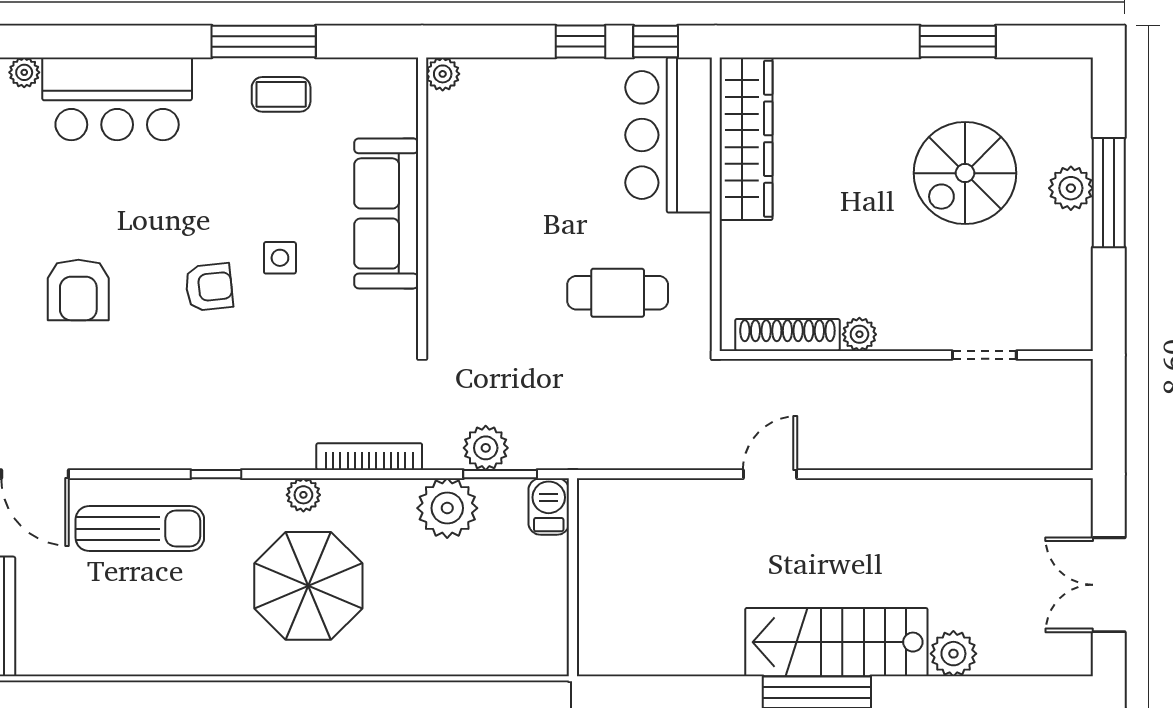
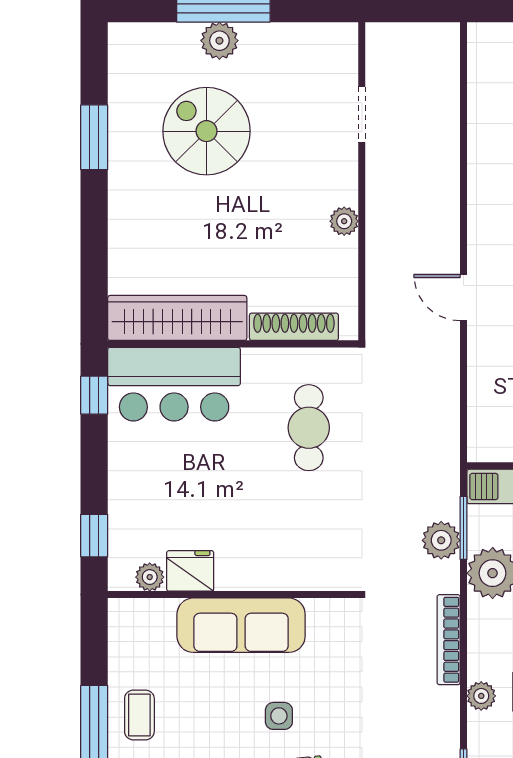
window: (581, 41) -> (94, 536), moved
plant: (443, 74) -> (150, 577), moved
fridge: (450, 154) -> (190, 571), added
spiral stairs: (965, 173) -> (207, 131), turned 180
shoe rack: (787, 335) -> (294, 327), moved, turned 90

